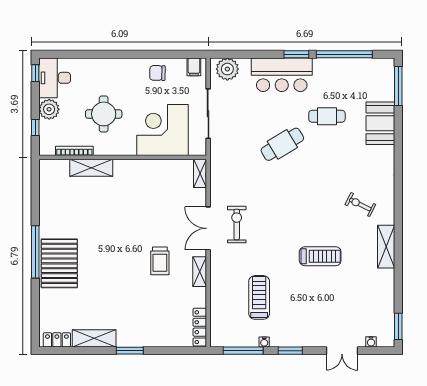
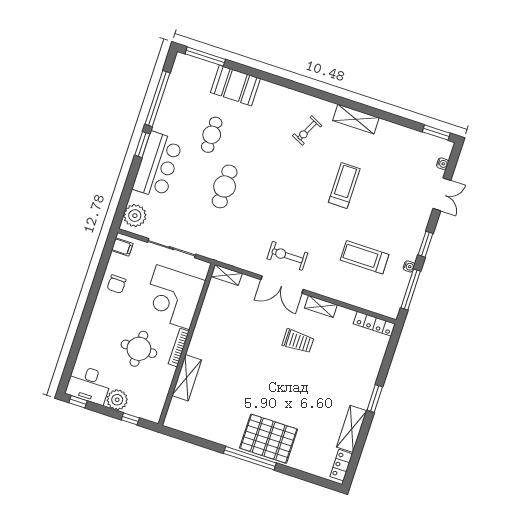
cafe table: (282, 144) -> (225, 186), turned 31
bookcase: (74, 151) -> (179, 348), moved

